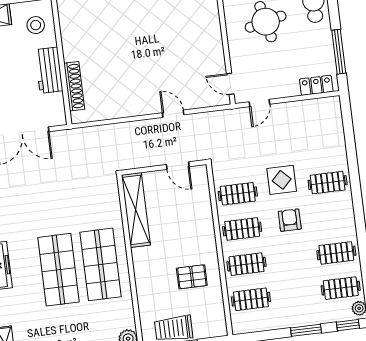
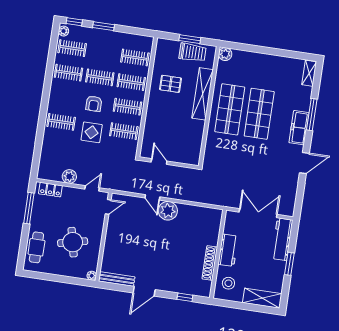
door: (230, 84) -> (108, 207), hinge flipped
shoe rack: (74, 86) -> (210, 263), moved
plant: (147, 101) -> (168, 211), added
plant: (295, 111) -> (69, 176), added
shelving: (136, 210) -> (203, 94), moved
clothes rail: (291, 259) -> (100, 77), added

